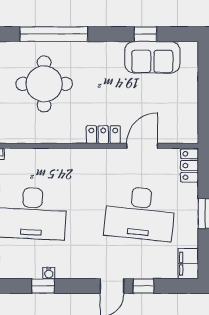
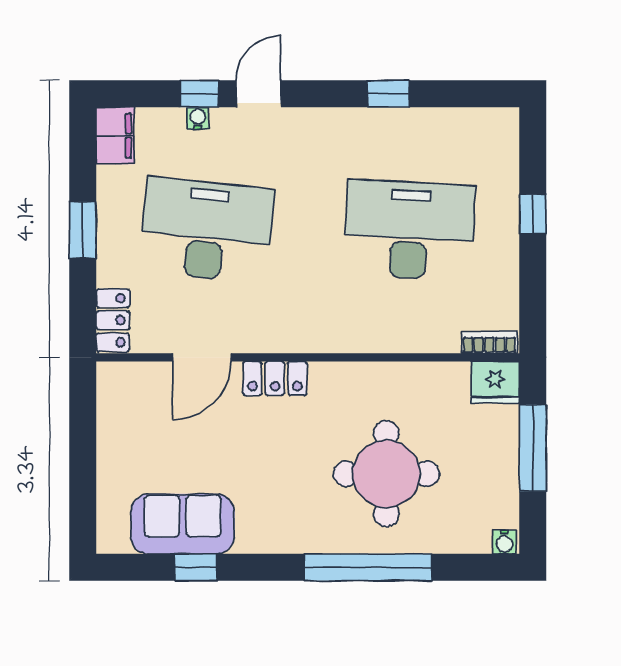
water cooler: (49, 273) -> (198, 118), moved

